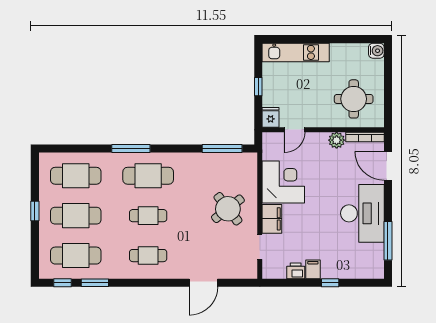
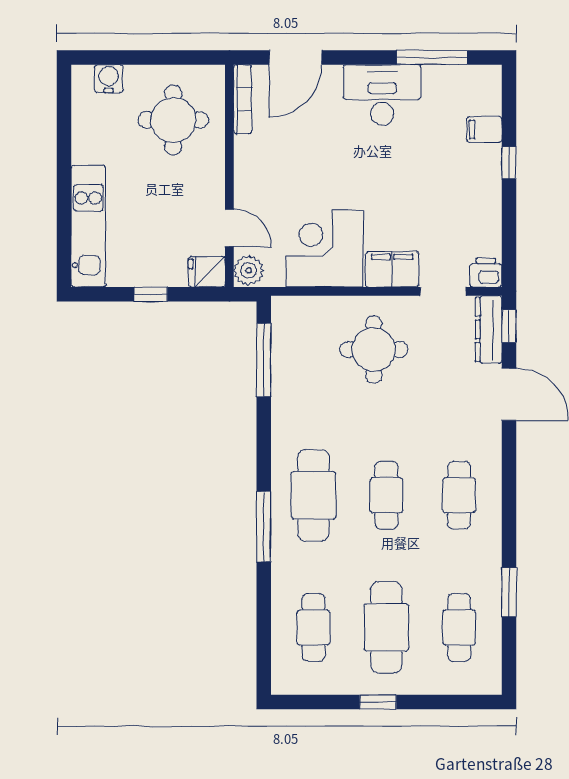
water cooler: (376, 51) -> (109, 79), moved
plant: (337, 140) -> (249, 270), moved
cafe table: (76, 176) -> (313, 627), width x0.73, depth x0.74
round table: (228, 209) -> (374, 350), turned 38
desk: (362, 213) -> (382, 95), width x0.73, depth x0.77
cafe table: (76, 256) -> (459, 627), width x0.73, depth x0.74
filing cabinet: (313, 269) -> (484, 129), moved
printer: (296, 271) -> (486, 272), moved, turned 90
dresser: (239, 272) -> (489, 330), added
window: (62, 283) -> (509, 326), moved

